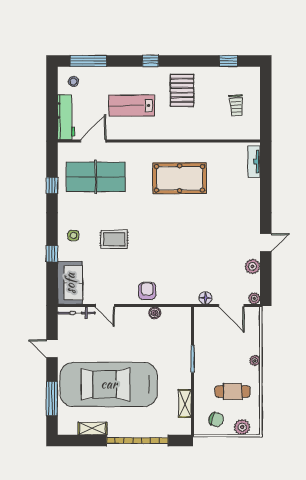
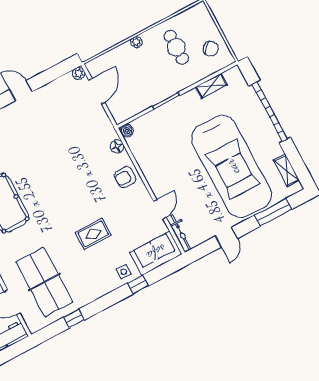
side table: (73, 235) -> (124, 272), moved
rug: (114, 239) -> (93, 234), turned 90
plant: (252, 266) -> (50, 91), removed
floor lamp: (205, 298) -> (117, 146), moved
boiler: (155, 313) -> (127, 131), moved
chair: (216, 419) -> (211, 49), turned 120
plant: (242, 427) -> (205, 21), removed
shelving: (92, 429) -> (286, 170), moved

